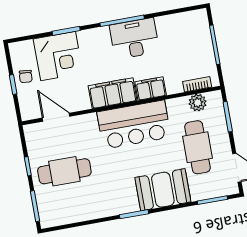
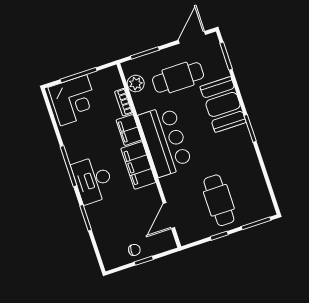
desk: (134, 39) -> (93, 180), moved
corner desk: (58, 56) -> (74, 100), moved, turned 90
bookcase: (197, 84) -> (124, 102), moved

